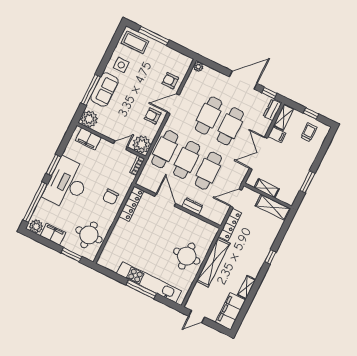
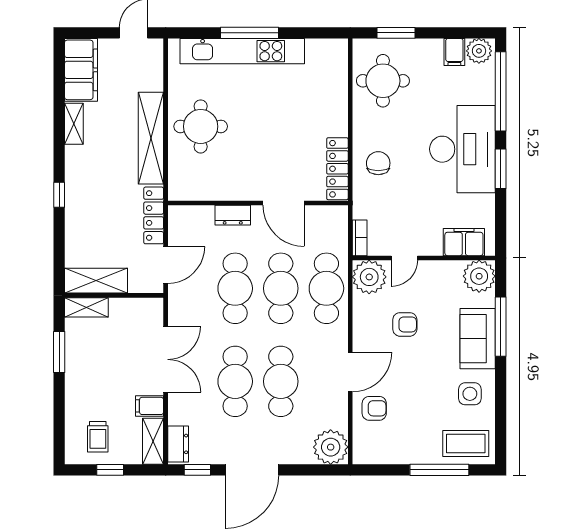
plant: (198, 67) -> (331, 447), width x1.87, depth x1.87
armchair: (153, 116) -> (405, 324), moved
shelving: (267, 188) -> (86, 307), moved
filing cabinet: (53, 234) -> (454, 52), width x0.50

